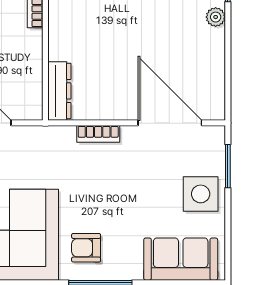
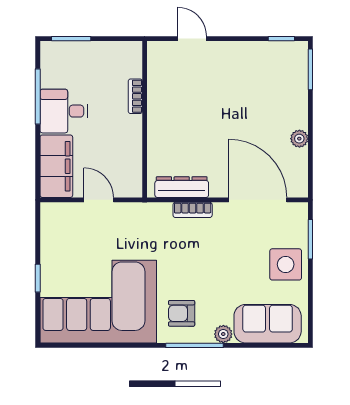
plant: (216, 17) -> (299, 139), moved
dresser: (59, 91) -> (182, 187), moved, turned -90
plant: (132, 271) -> (223, 334), added

